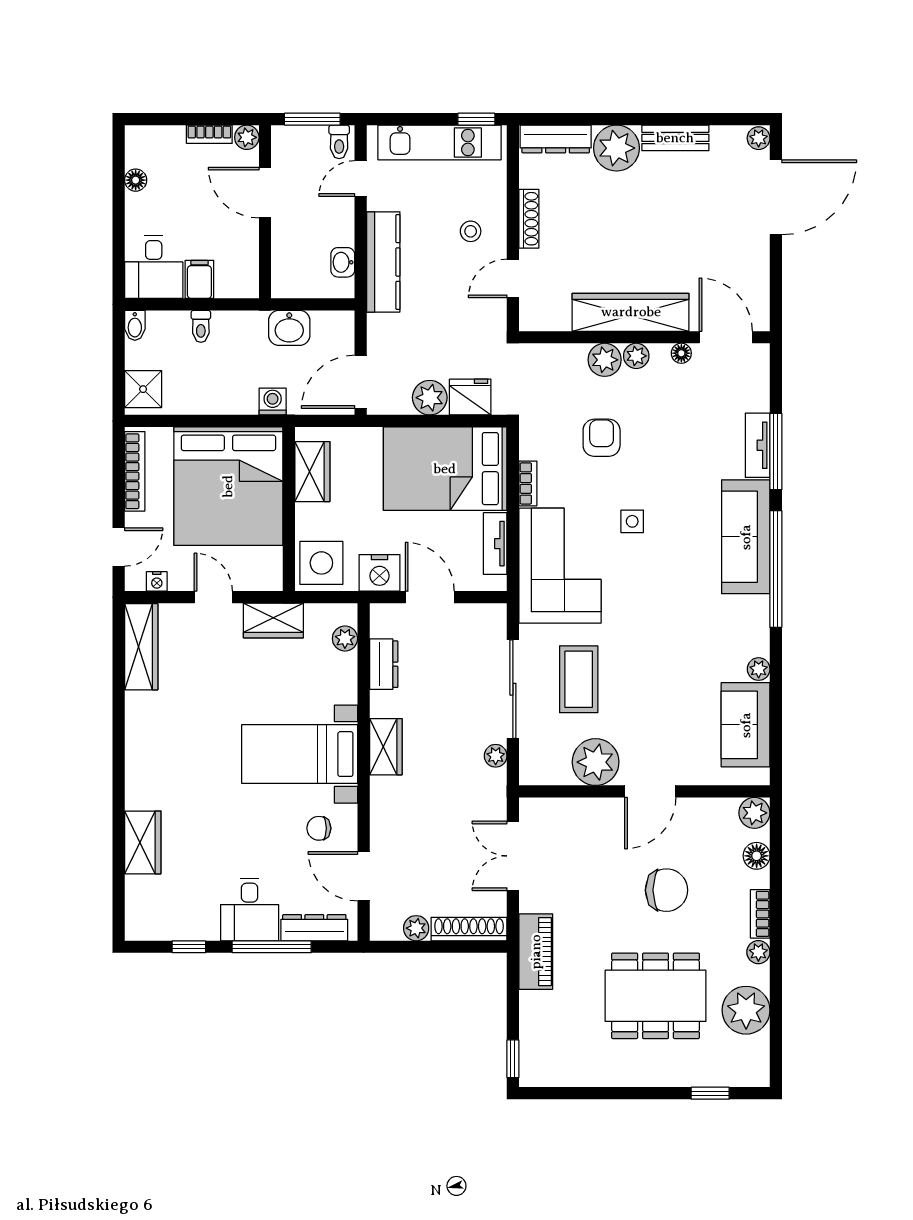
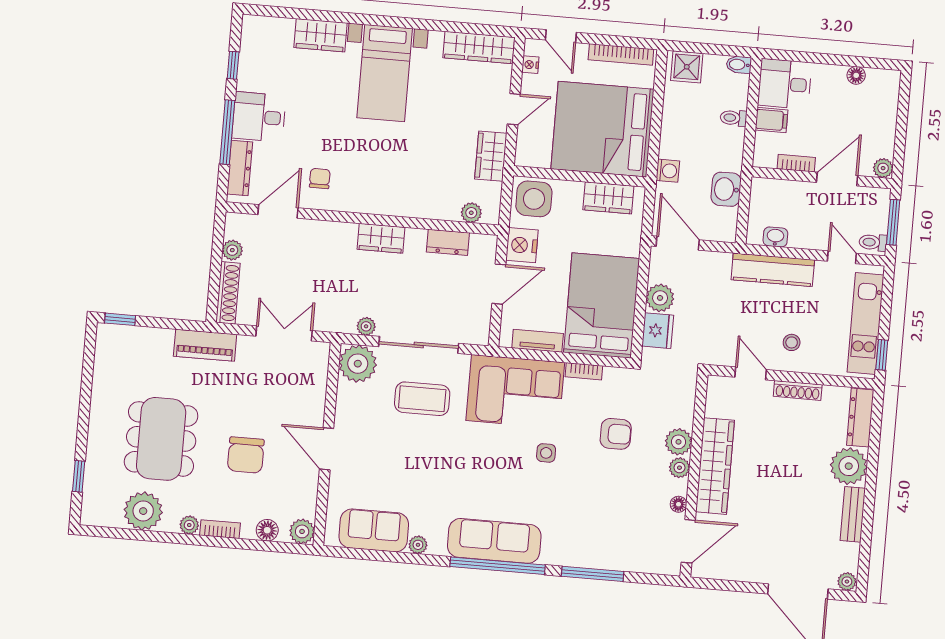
bookcase: (209, 134) -> (796, 163), moved, turned 90
tv unit: (758, 445) -> (599, 560), removed
sofa: (746, 537) -> (494, 541), moved
bed with nightstands: (300, 754) -> (385, 73), moved, turned 180
plant: (596, 762) -> (358, 364), moved

